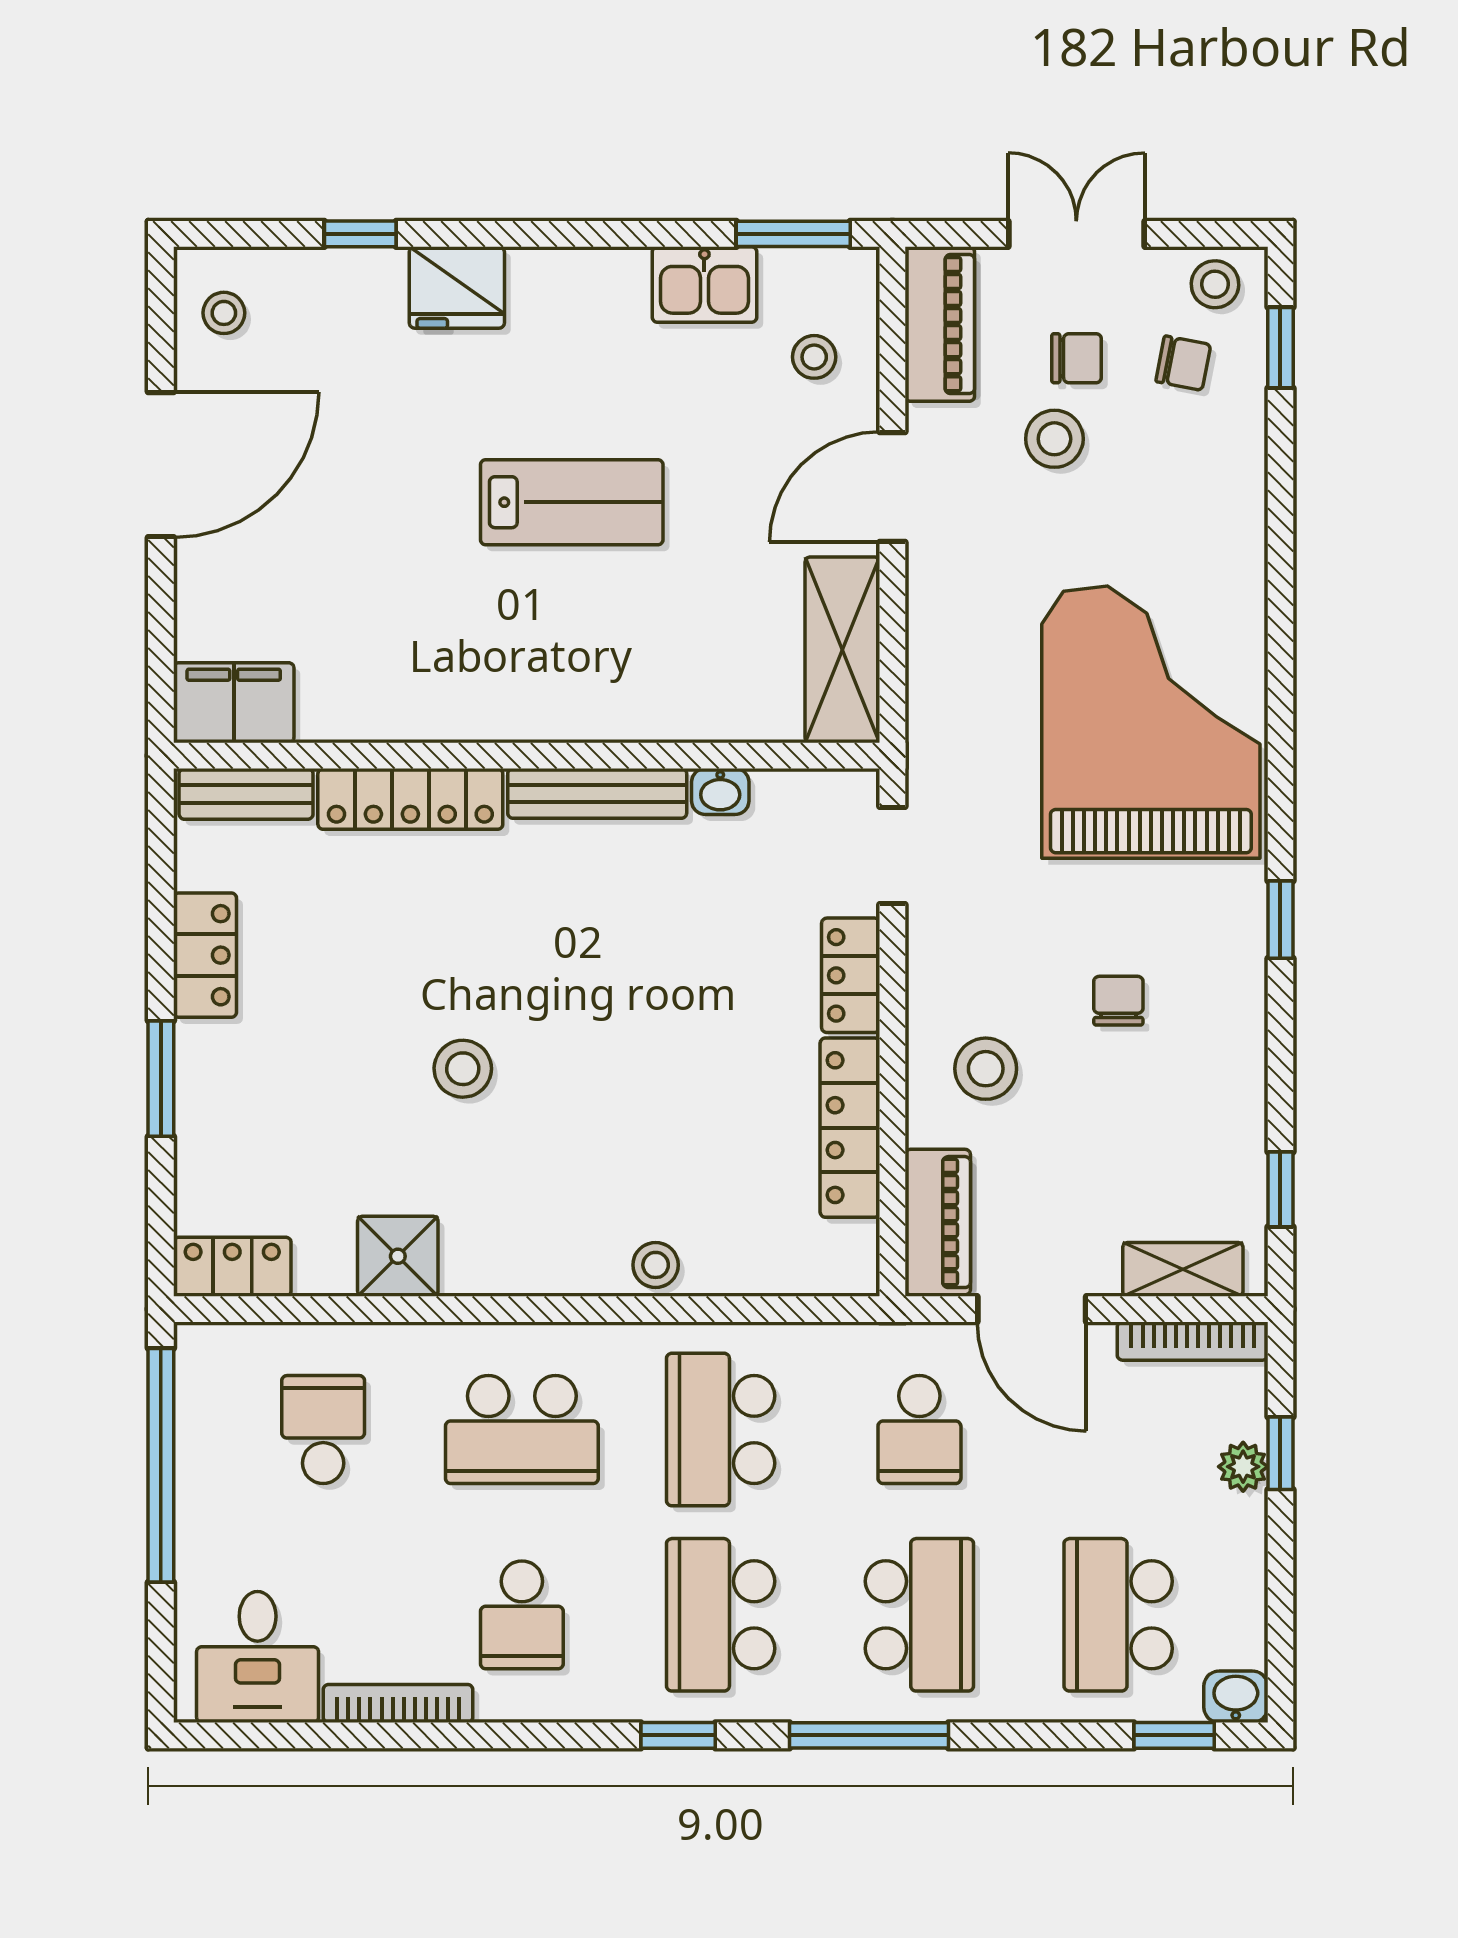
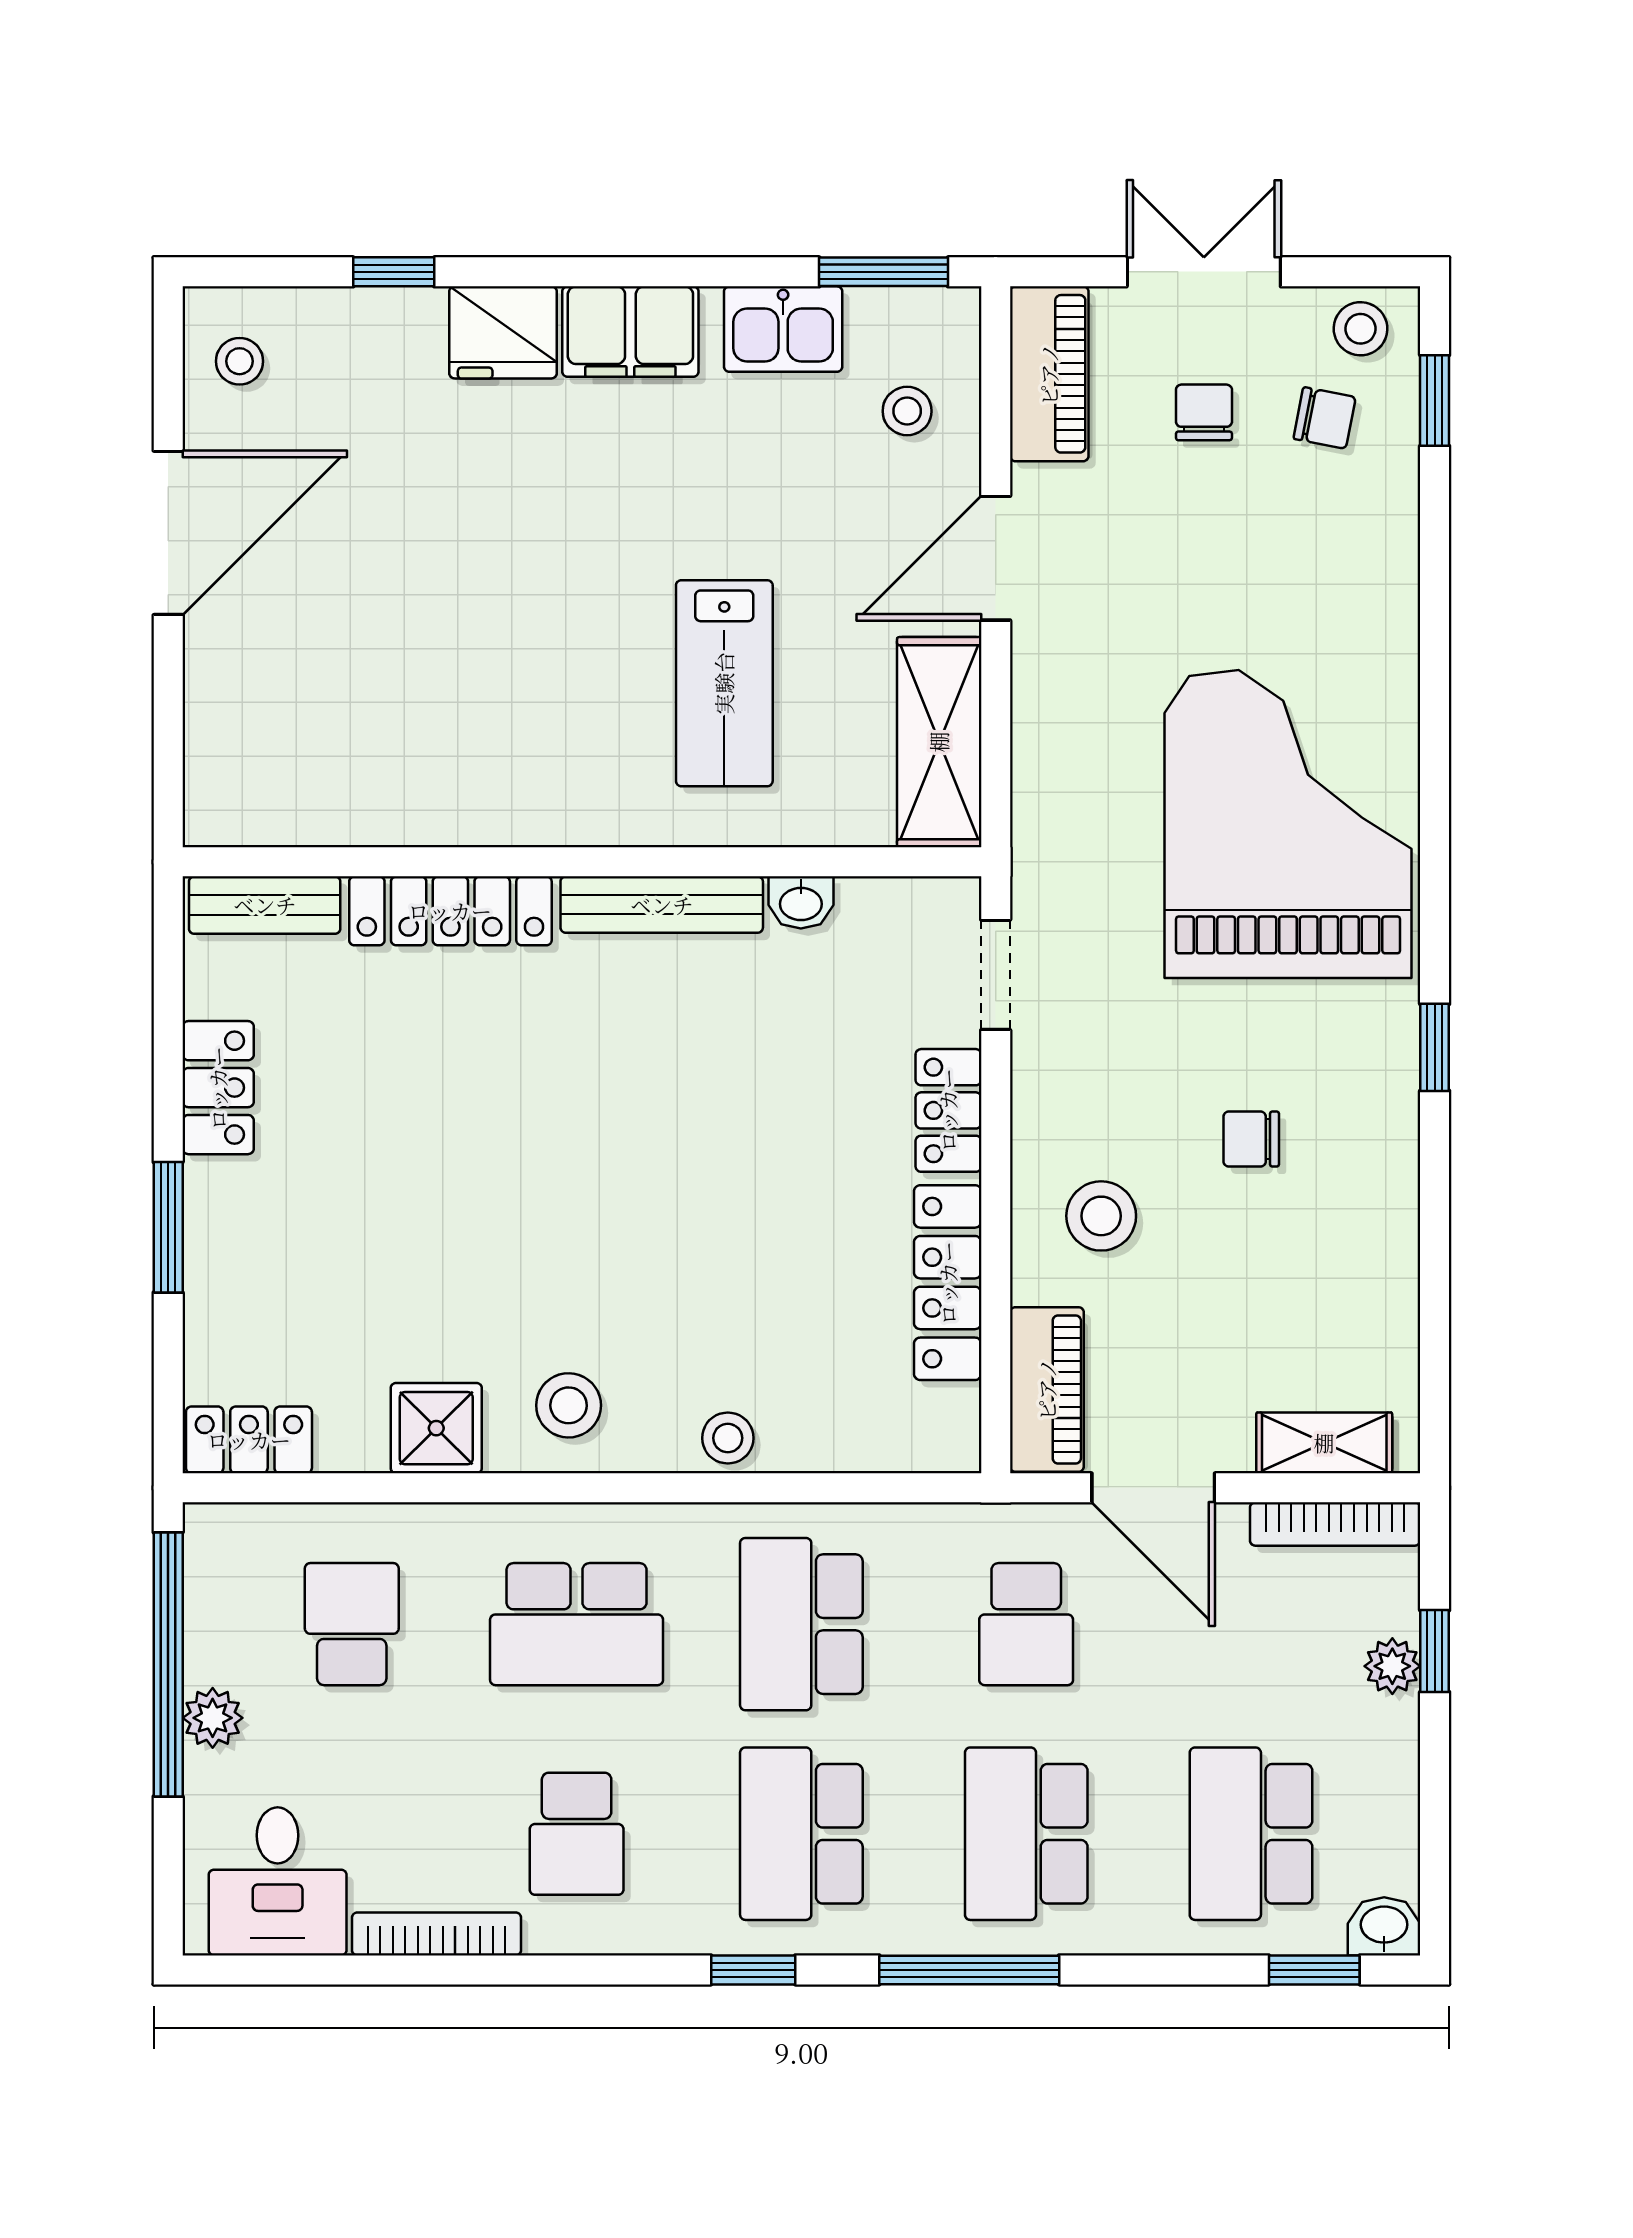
chair: (1077, 358) -> (1204, 412), turned -90
stool: (1054, 439) -> (1179, 504), removed
lab bench: (572, 502) -> (724, 683), moved, turned 90
filing cabinet: (234, 703) -> (630, 332), moved, turned 180
chair: (1118, 1001) -> (1251, 1139), turned -90
stool: (463, 1069) -> (569, 1405), moved
window: (1280, 1189) -> (1435, 1353), removed
plant: (200, 1512) -> (213, 1718), added
school desk: (919, 1615) -> (1026, 1834), turned 180

